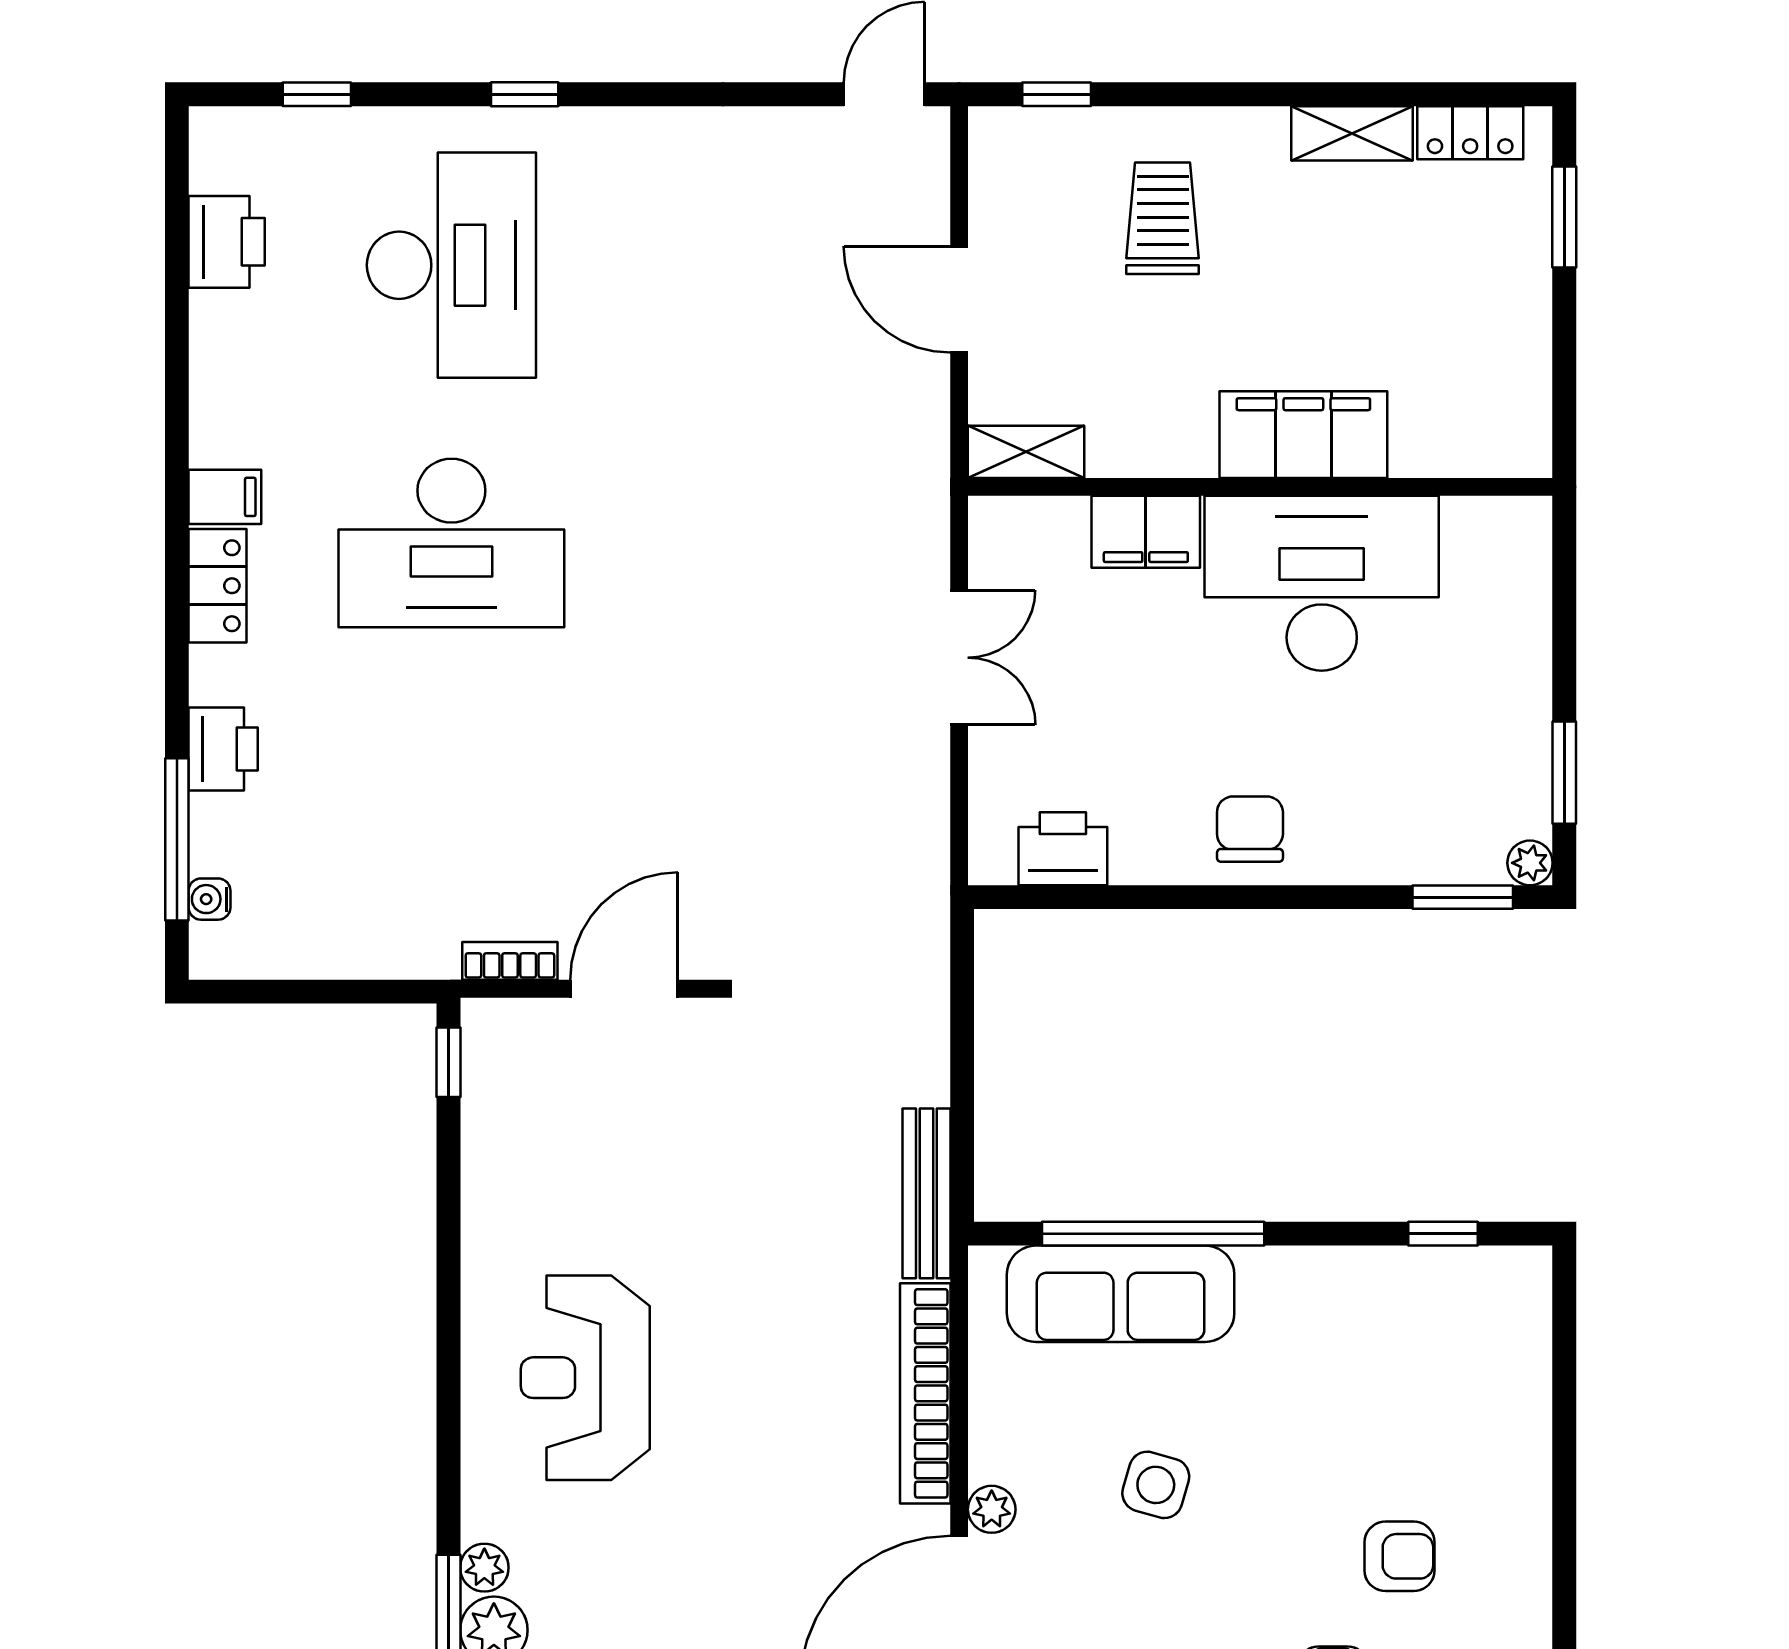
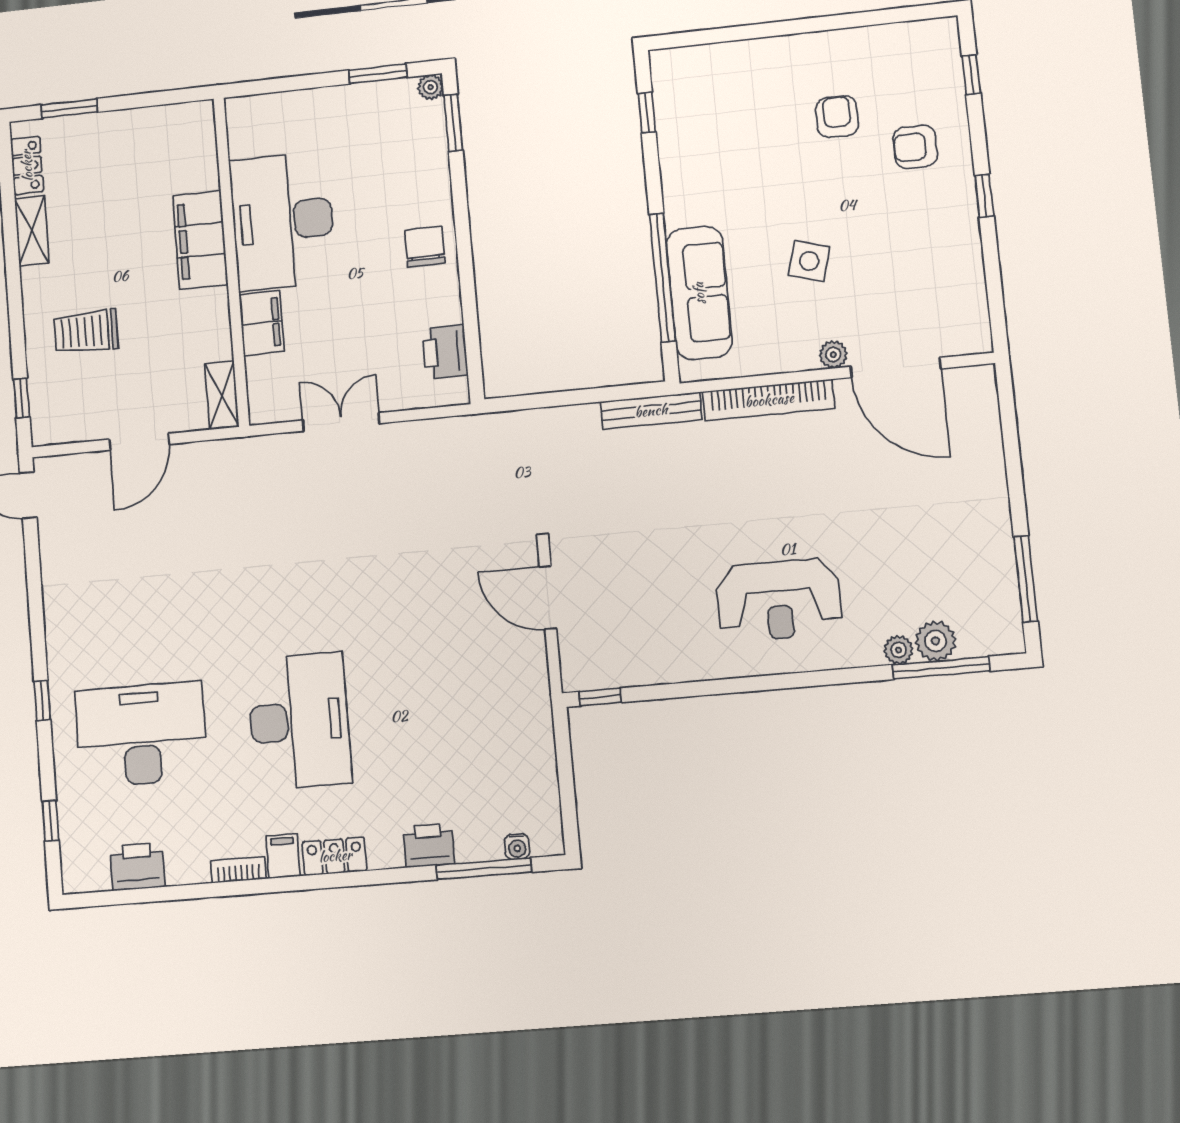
chair: (1250, 829) -> (425, 247), turned 90
bookcase: (510, 961) -> (238, 870), moved, turned 90

